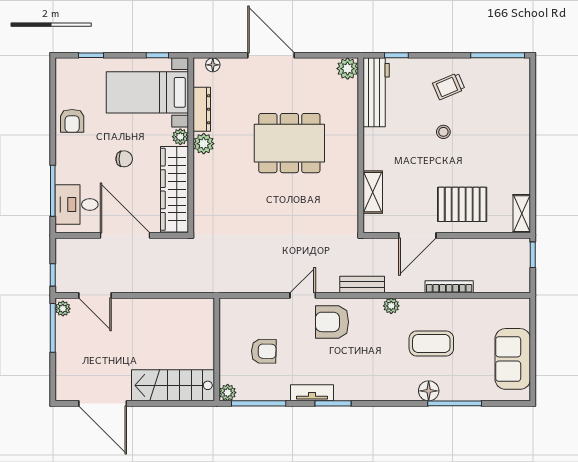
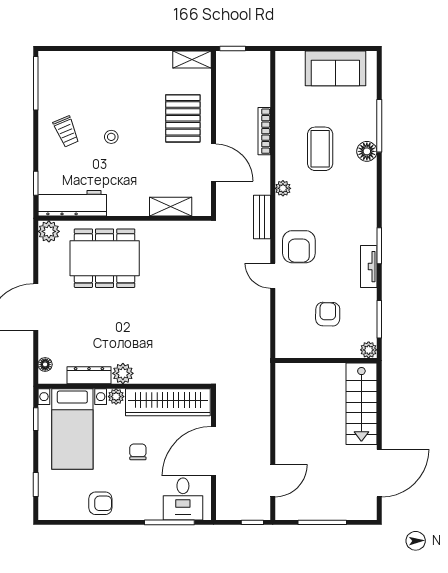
dining table: (289, 143) -> (105, 258), moved, turned 90
plant: (63, 309) -> (286, 512), removed
window: (53, 328) -> (322, 522), moved
window: (259, 403) -> (379, 319), width x0.69

